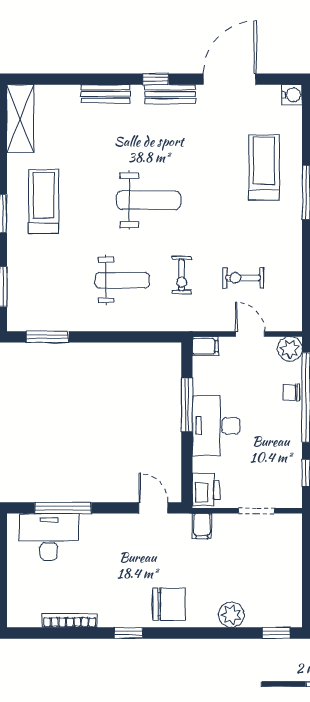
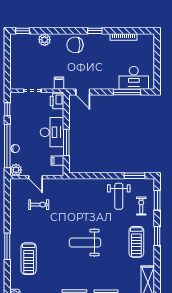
exercise bike: (182, 275) -> (141, 206), moved
weight bench: (122, 280) -> (119, 196), moved, turned -90
filing cabinet: (205, 346) -> (57, 161), moved

